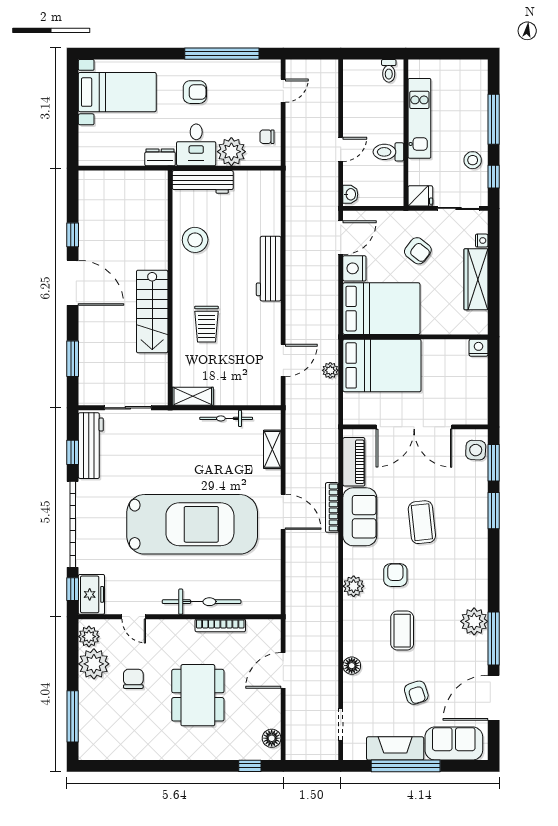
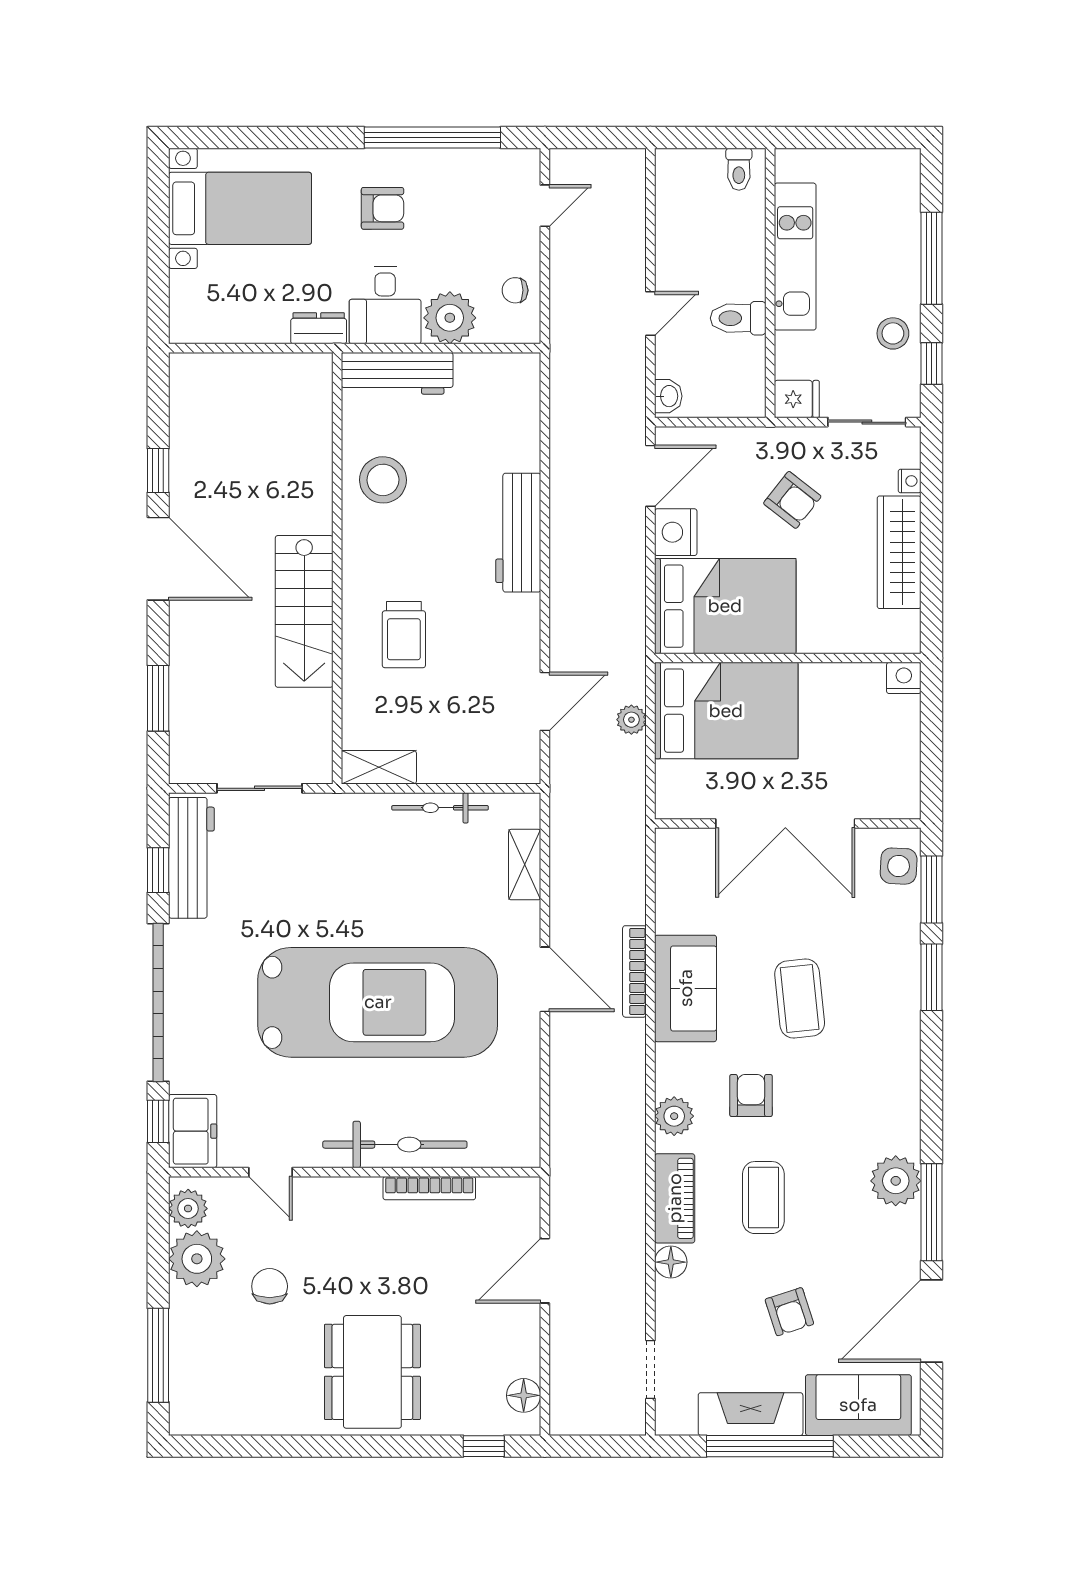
piano: (354, 462) -> (675, 1198), moved
dining table: (198, 695) -> (372, 1372), moved

